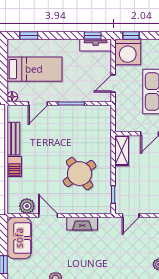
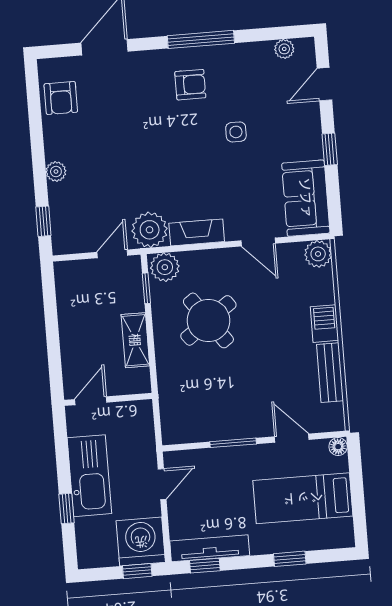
window: (29, 36) -> (290, 559), moved
tv unit: (96, 45) -> (210, 548), width x1.41
door: (38, 103) -> (292, 438), hinge flipped
shelving: (122, 151) -> (135, 340), moved
plant: (27, 206) -> (318, 254), moved
plant: (102, 206) -> (165, 267), added
plant: (109, 227) -> (150, 230), added

